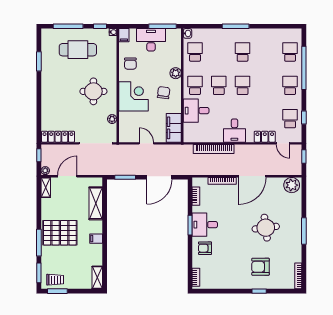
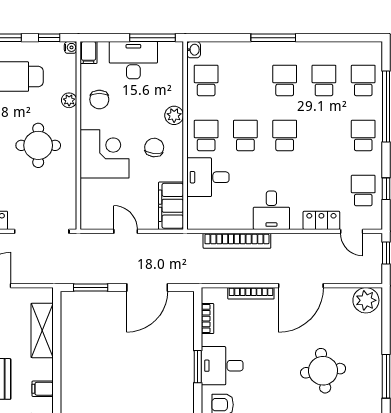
school desk: (266, 52) -> (324, 80), added
plant: (112, 119) -> (69, 100), moved

